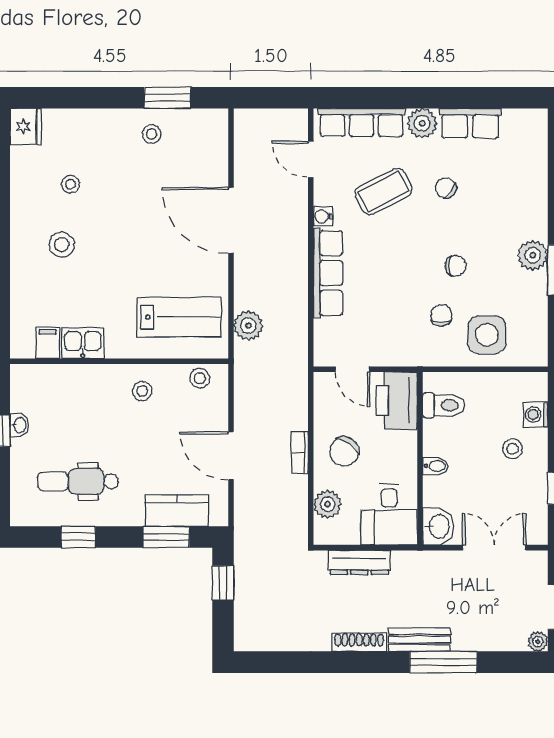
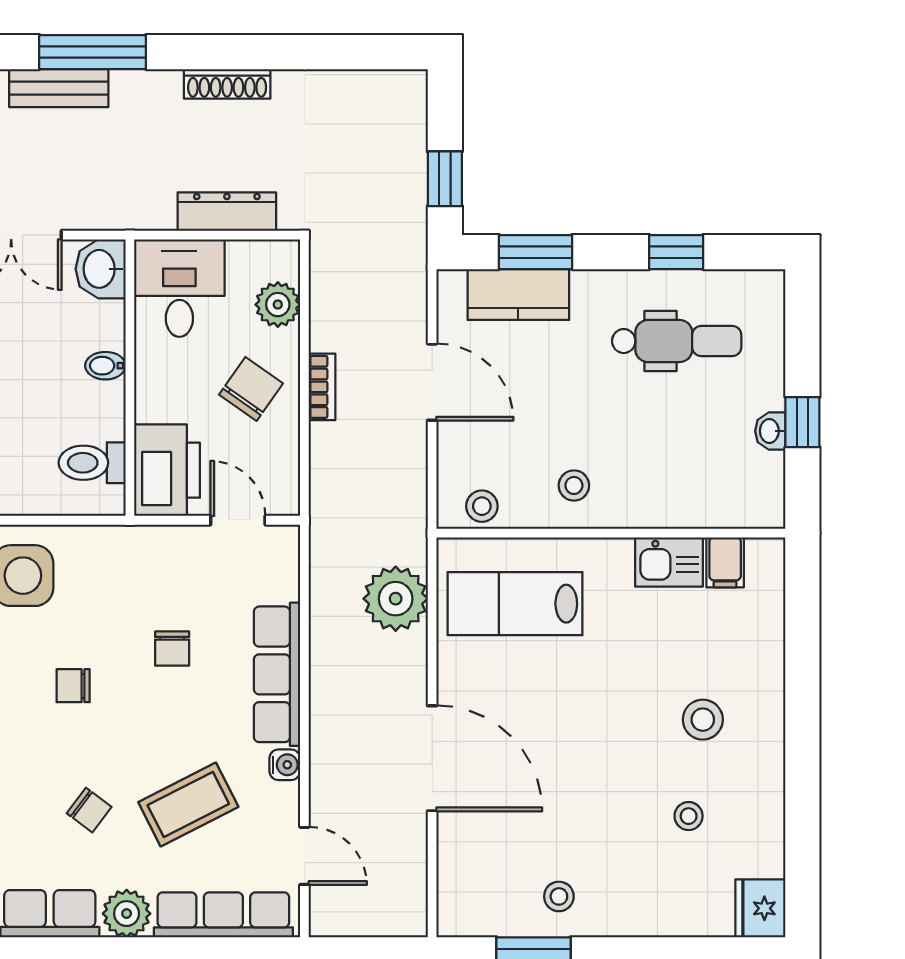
chair: (441, 316) -> (172, 648), moved
plant: (248, 326) -> (396, 599), width x1.36, depth x1.36
bench: (420, 640) -> (59, 88), moved

